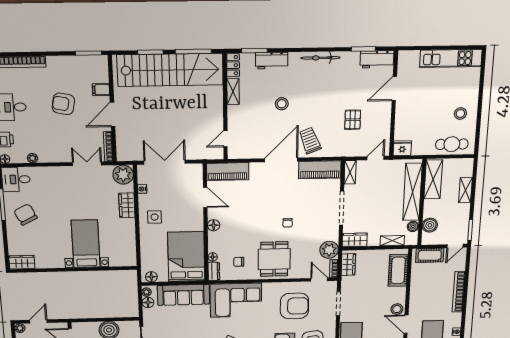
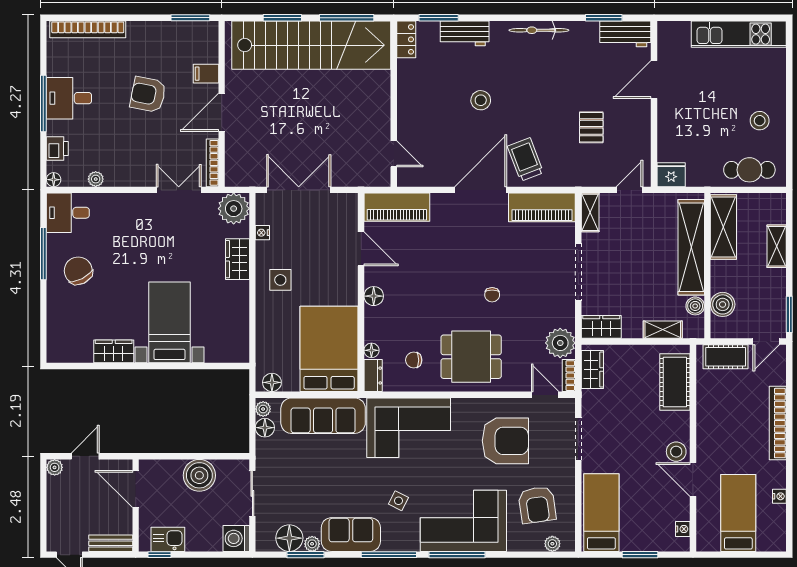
shelving: (233, 92) -> (406, 80), removed
door: (225, 139) -> (394, 154), swing flipped
dining table: (274, 259) -> (471, 357), turned 90
wardrobe: (22, 262) -> (114, 351), moved

